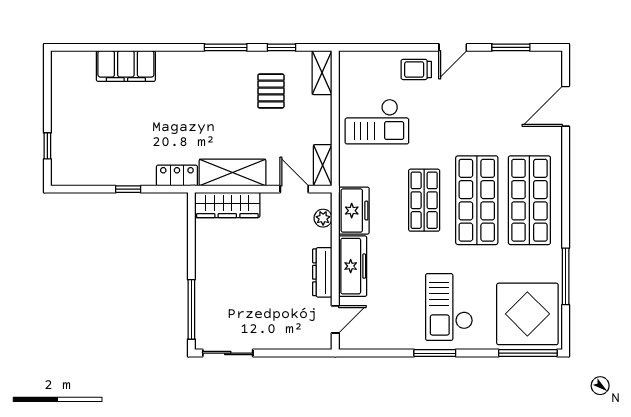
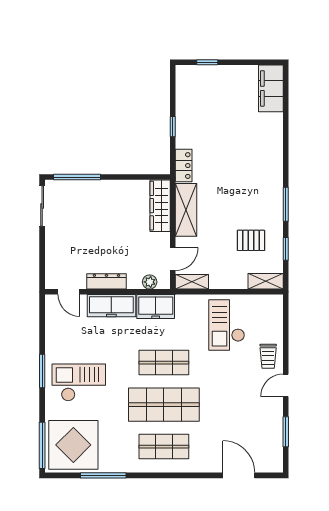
door: (453, 47) -> (286, 385), hinge flipped
filing cabinet: (126, 66) -> (271, 88), moved
trolley: (416, 69) -> (268, 356), turned 180
shop shelf: (529, 200) -> (164, 447), width x0.70, depth x0.74

